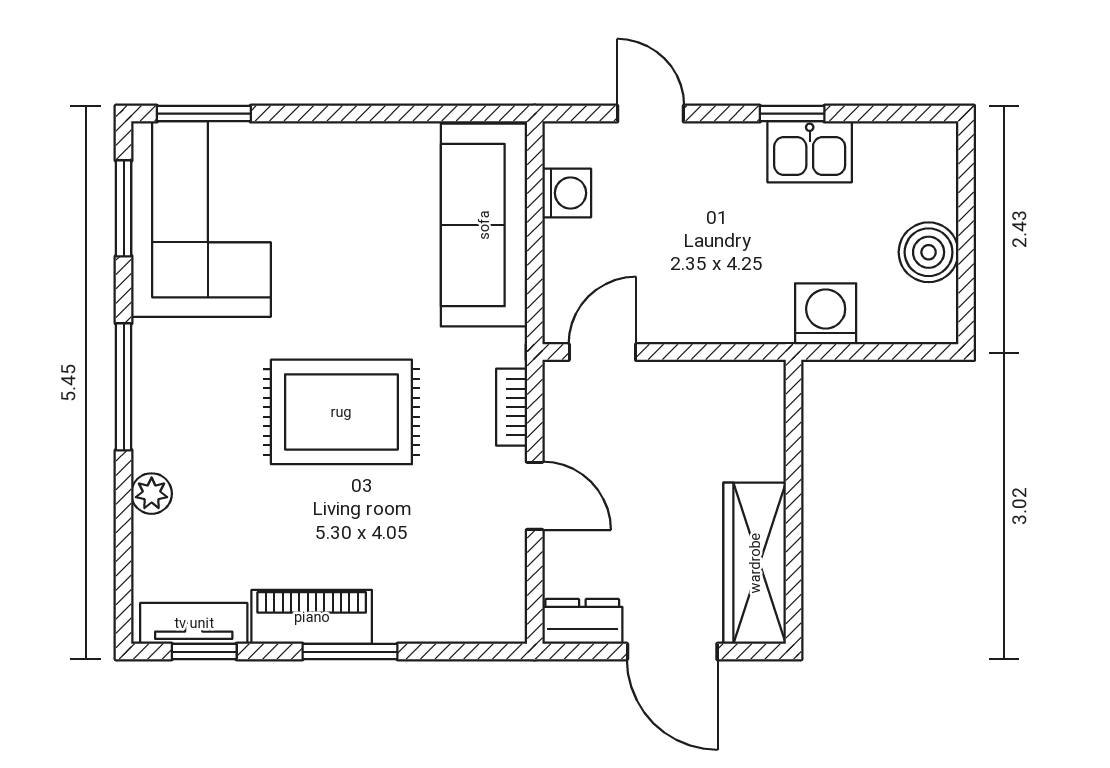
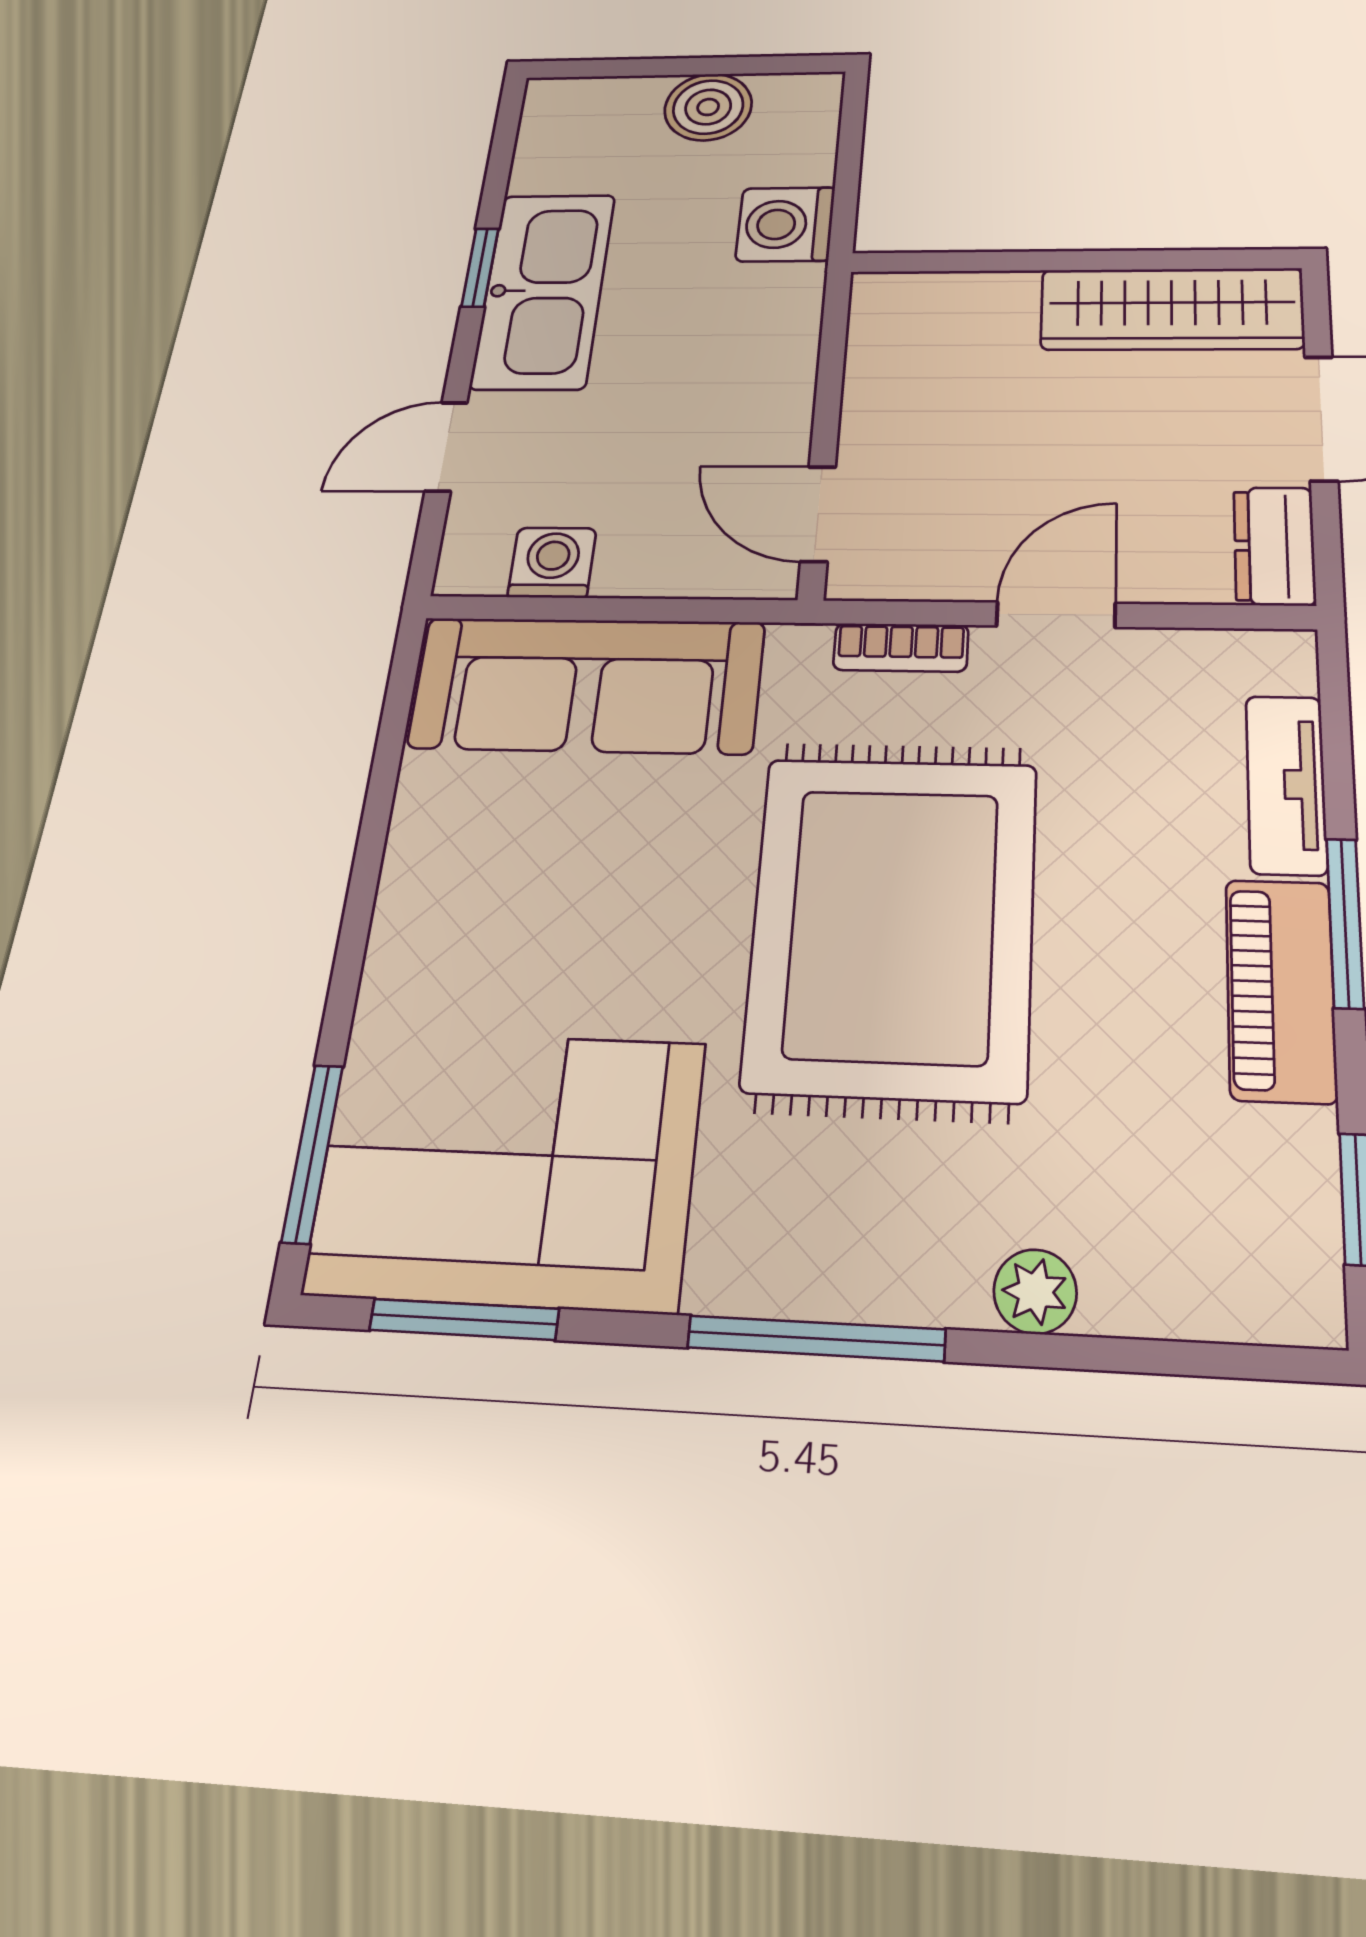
kitchen sink: (810, 152) -> (544, 290), width x1.87, depth x1.24
rug: (341, 412) -> (892, 924), width x1.37, depth x1.44
tv unit: (194, 623) -> (1286, 784), moved

